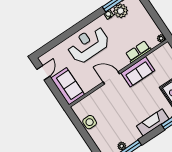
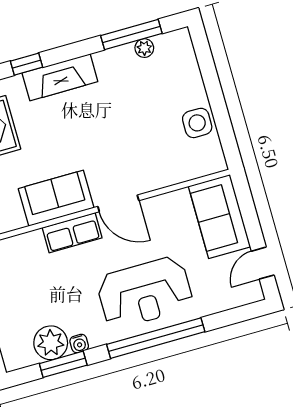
window: (78, 27) -> (156, 338), added
row of seats: (138, 52) -> (72, 233), moved

